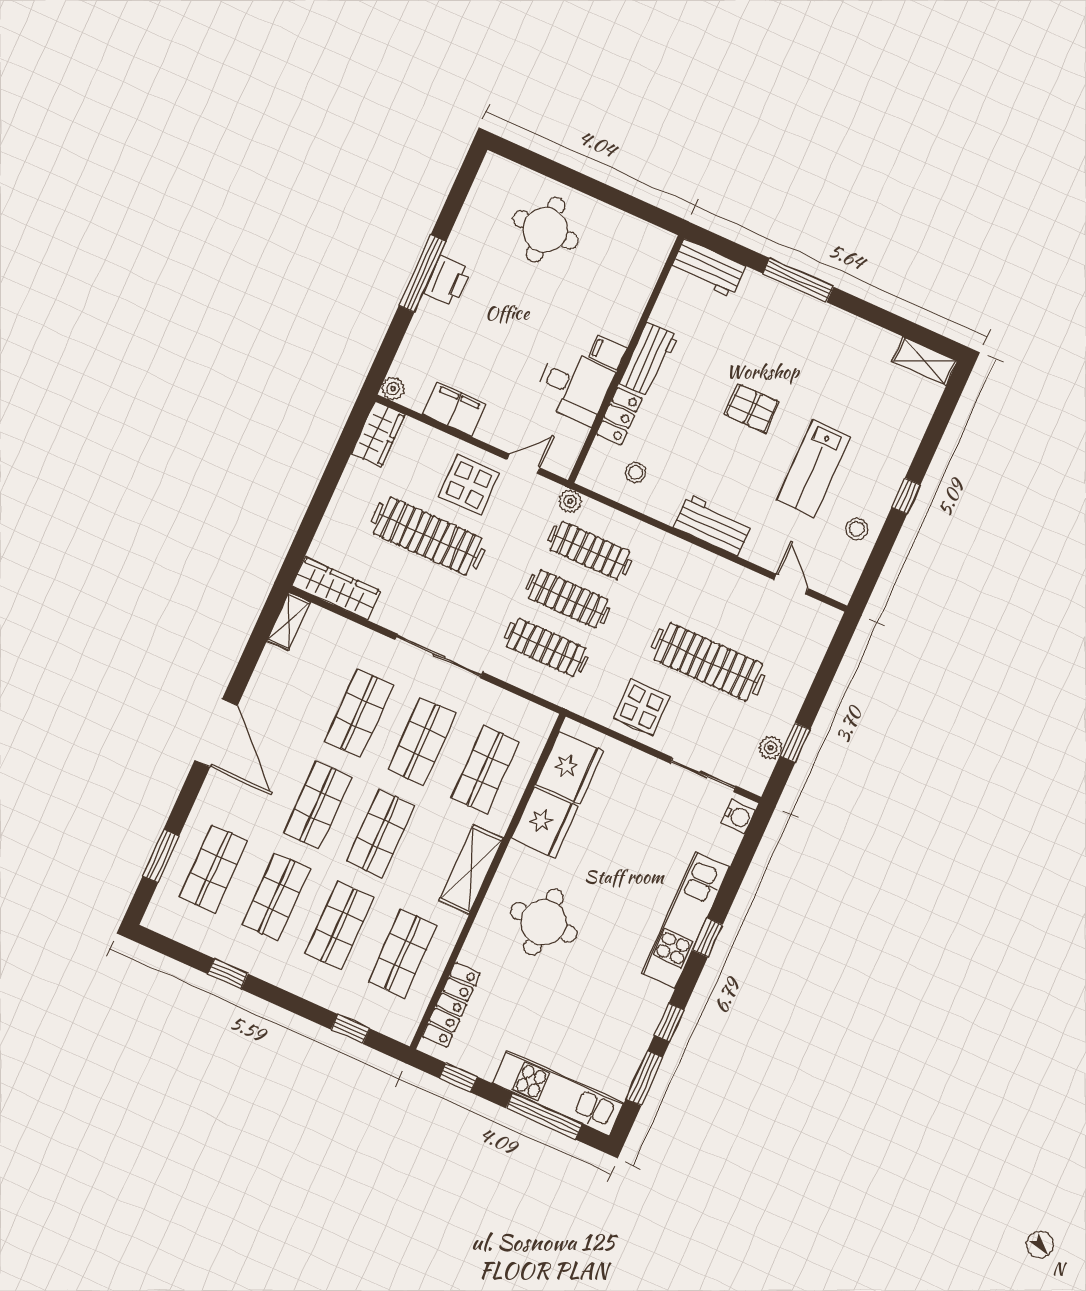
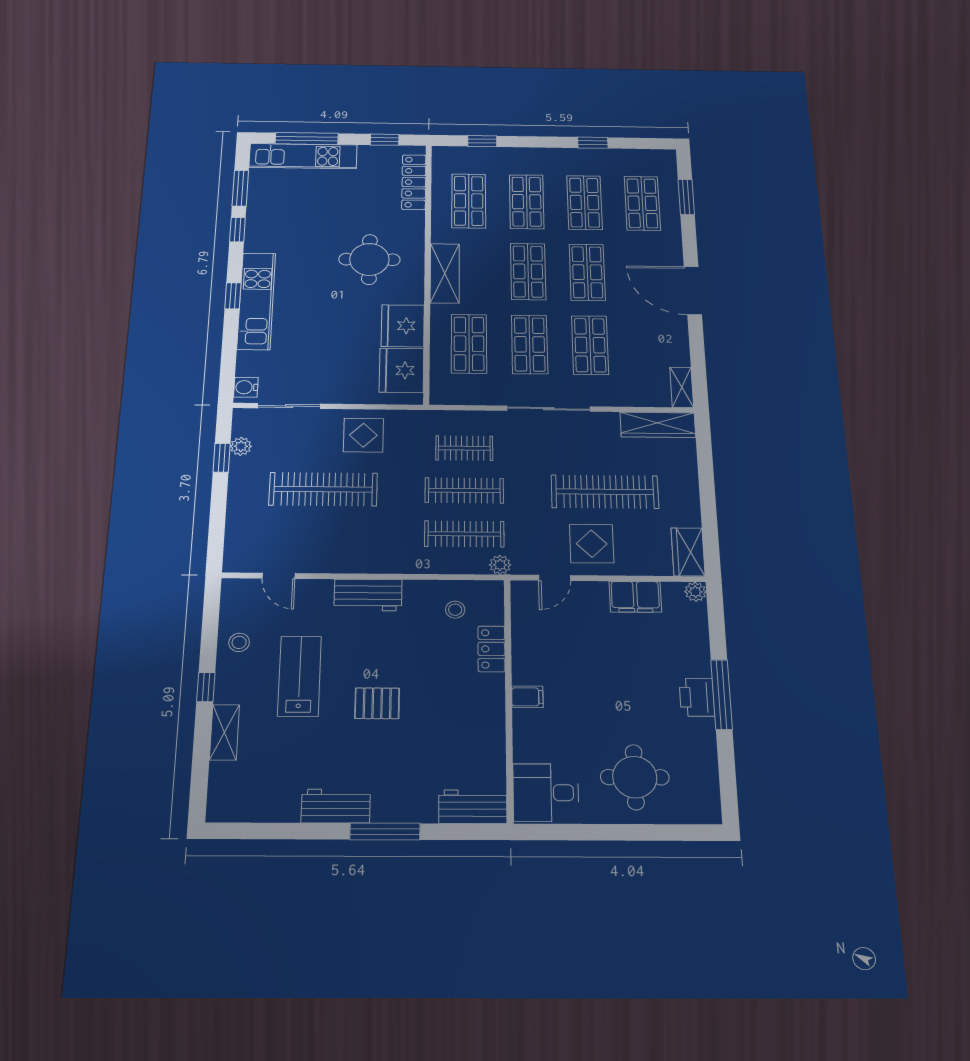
workbench: (649, 360) -> (336, 806), moved, turned 90
shelving: (925, 361) -> (224, 732), moved, turned 90
desk: (574, 386) -> (546, 793), moved
clothes rail: (546, 647) -> (464, 448), width x0.73

